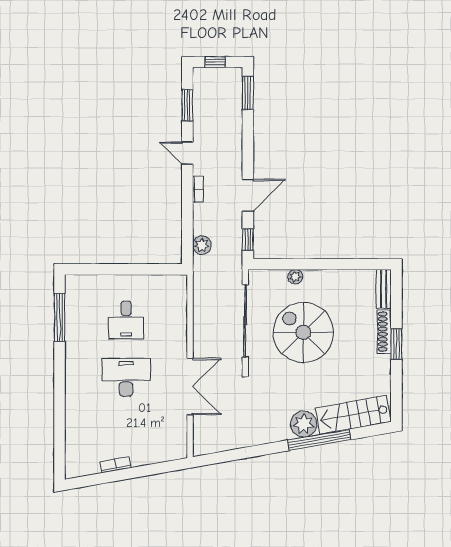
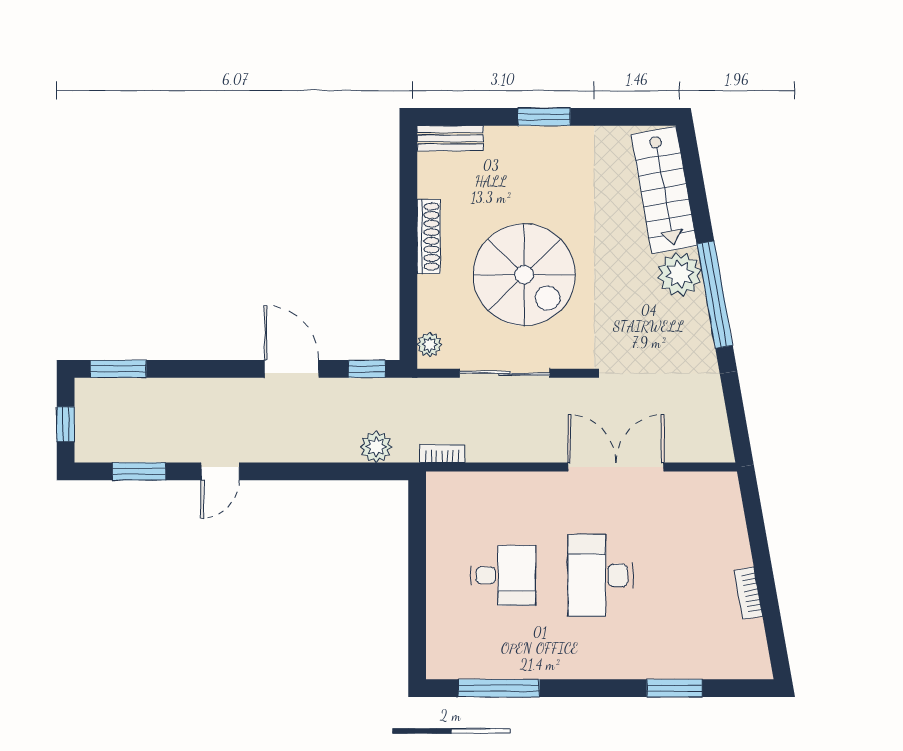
bookcase: (198, 189) -> (442, 454), moved
plant: (295, 277) -> (430, 344), moved
sliding door: (245, 321) -> (505, 373), width x0.73
spiral stairs: (303, 332) -> (524, 275), turned -90
shoe rack: (384, 332) -> (429, 237), moved, turned -90
window: (60, 421) -> (675, 688), added
window: (319, 440) -> (715, 295), moved

